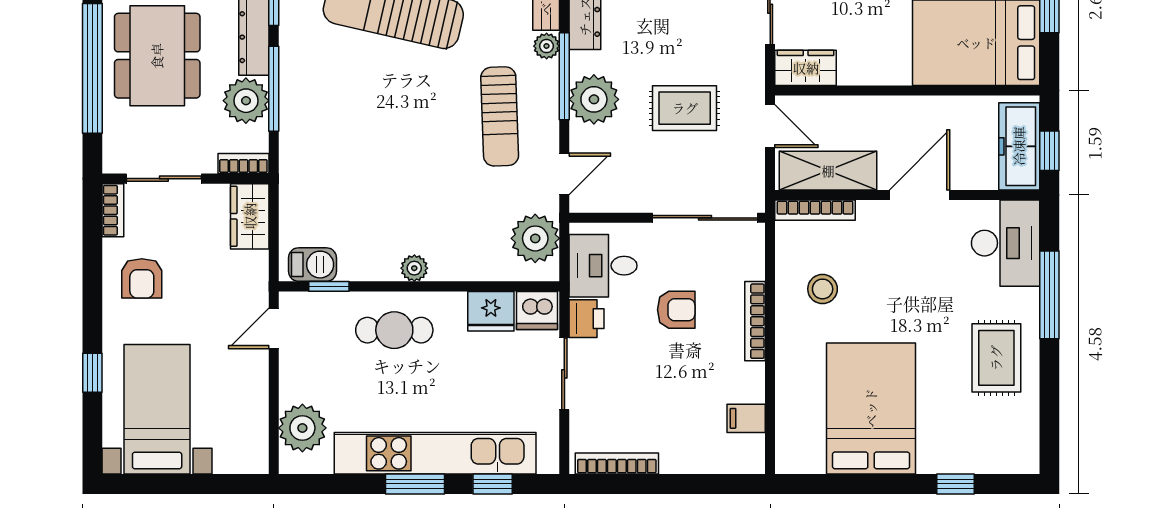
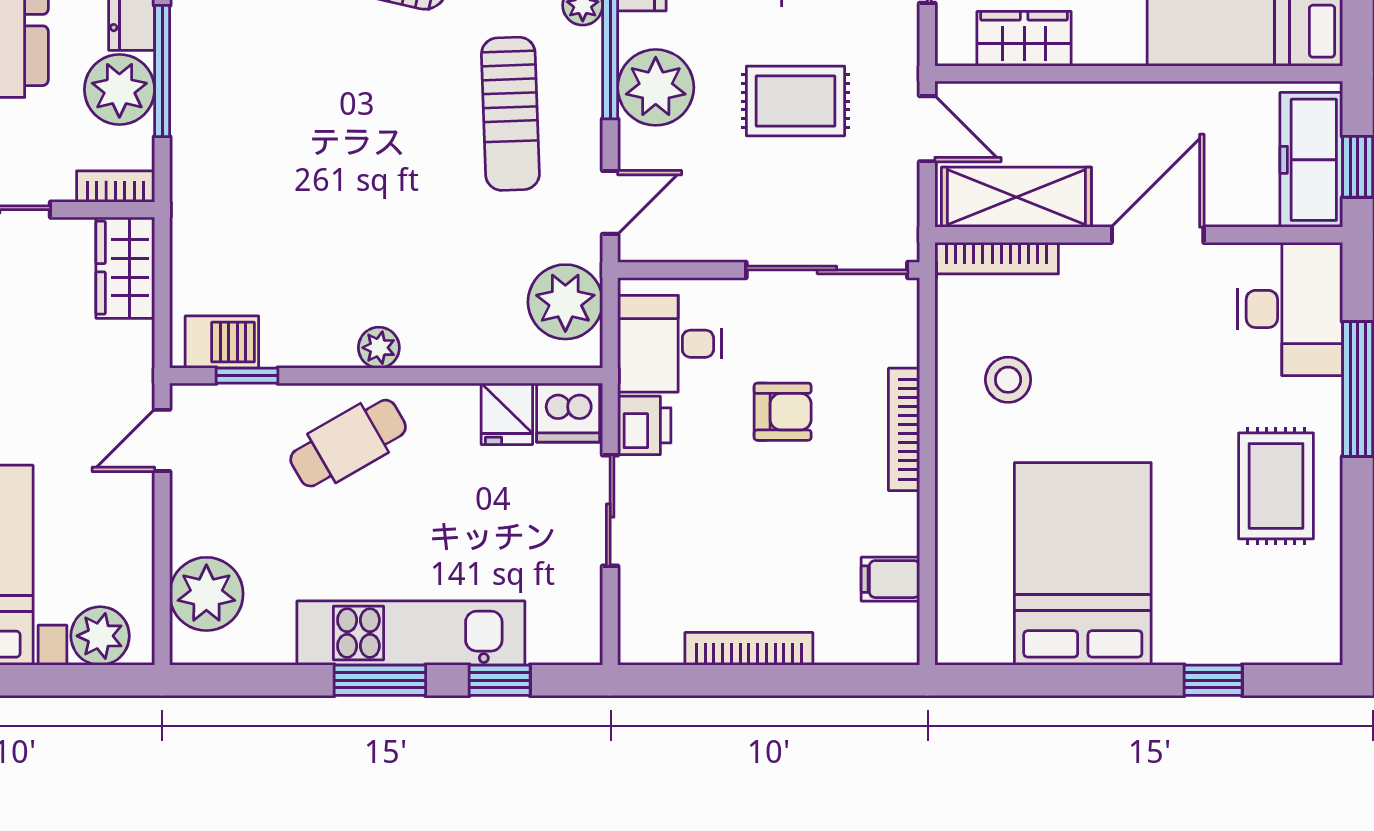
wardrobe: (806, 68) -> (1024, 39), moved
fridge: (491, 311) -> (507, 414), width x0.72
cafe table: (394, 330) -> (348, 443), turned -30
kitchen unit: (435, 453) -> (411, 633), width x0.73
plant: (233, 455) -> (100, 636), added
bookcase: (617, 464) -> (749, 649), moved

